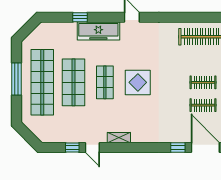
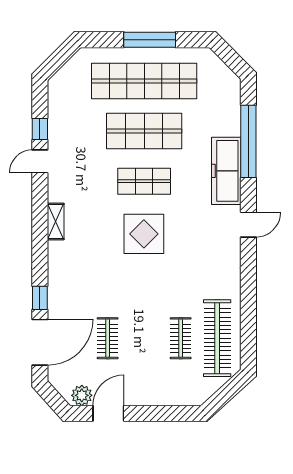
window: (80, 17) -> (248, 141), width x3.17
clothes rail: (203, 82) -> (181, 338), moved
shelving: (119, 138) -> (56, 222), moved

